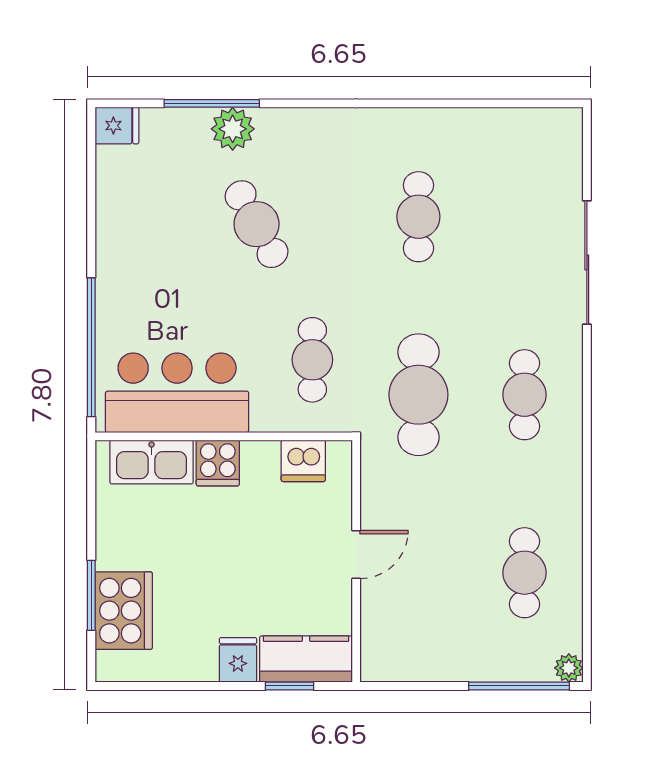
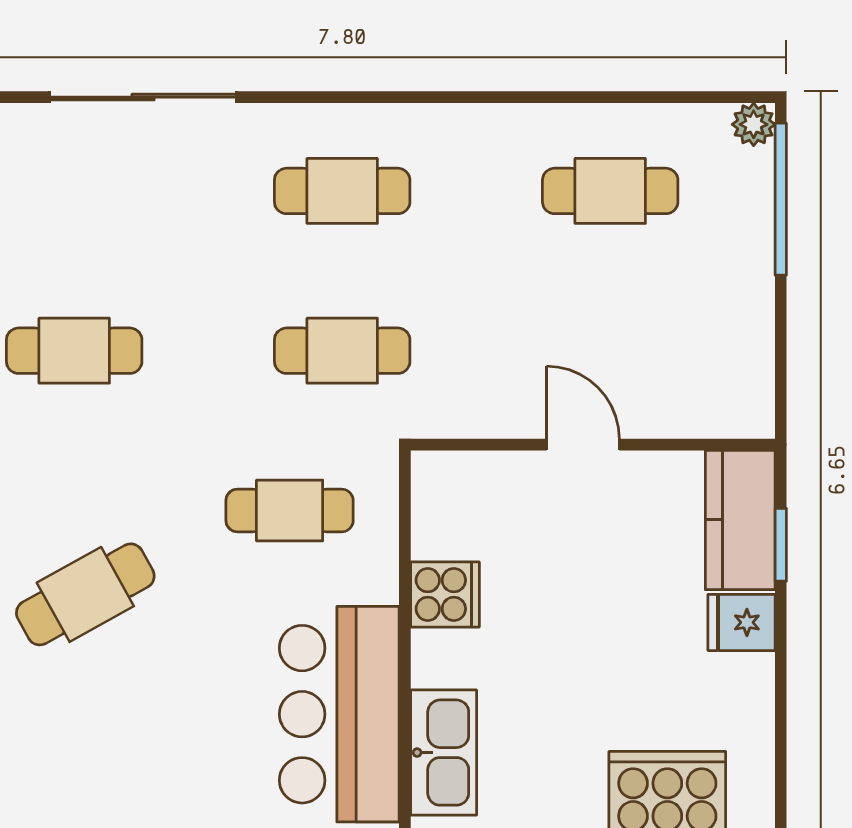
cafe table: (418, 395) -> (342, 351), width x0.73, depth x0.74
dishwasher: (303, 461) -> (442, 524), removed
cooker: (218, 463) -> (445, 594), moved

